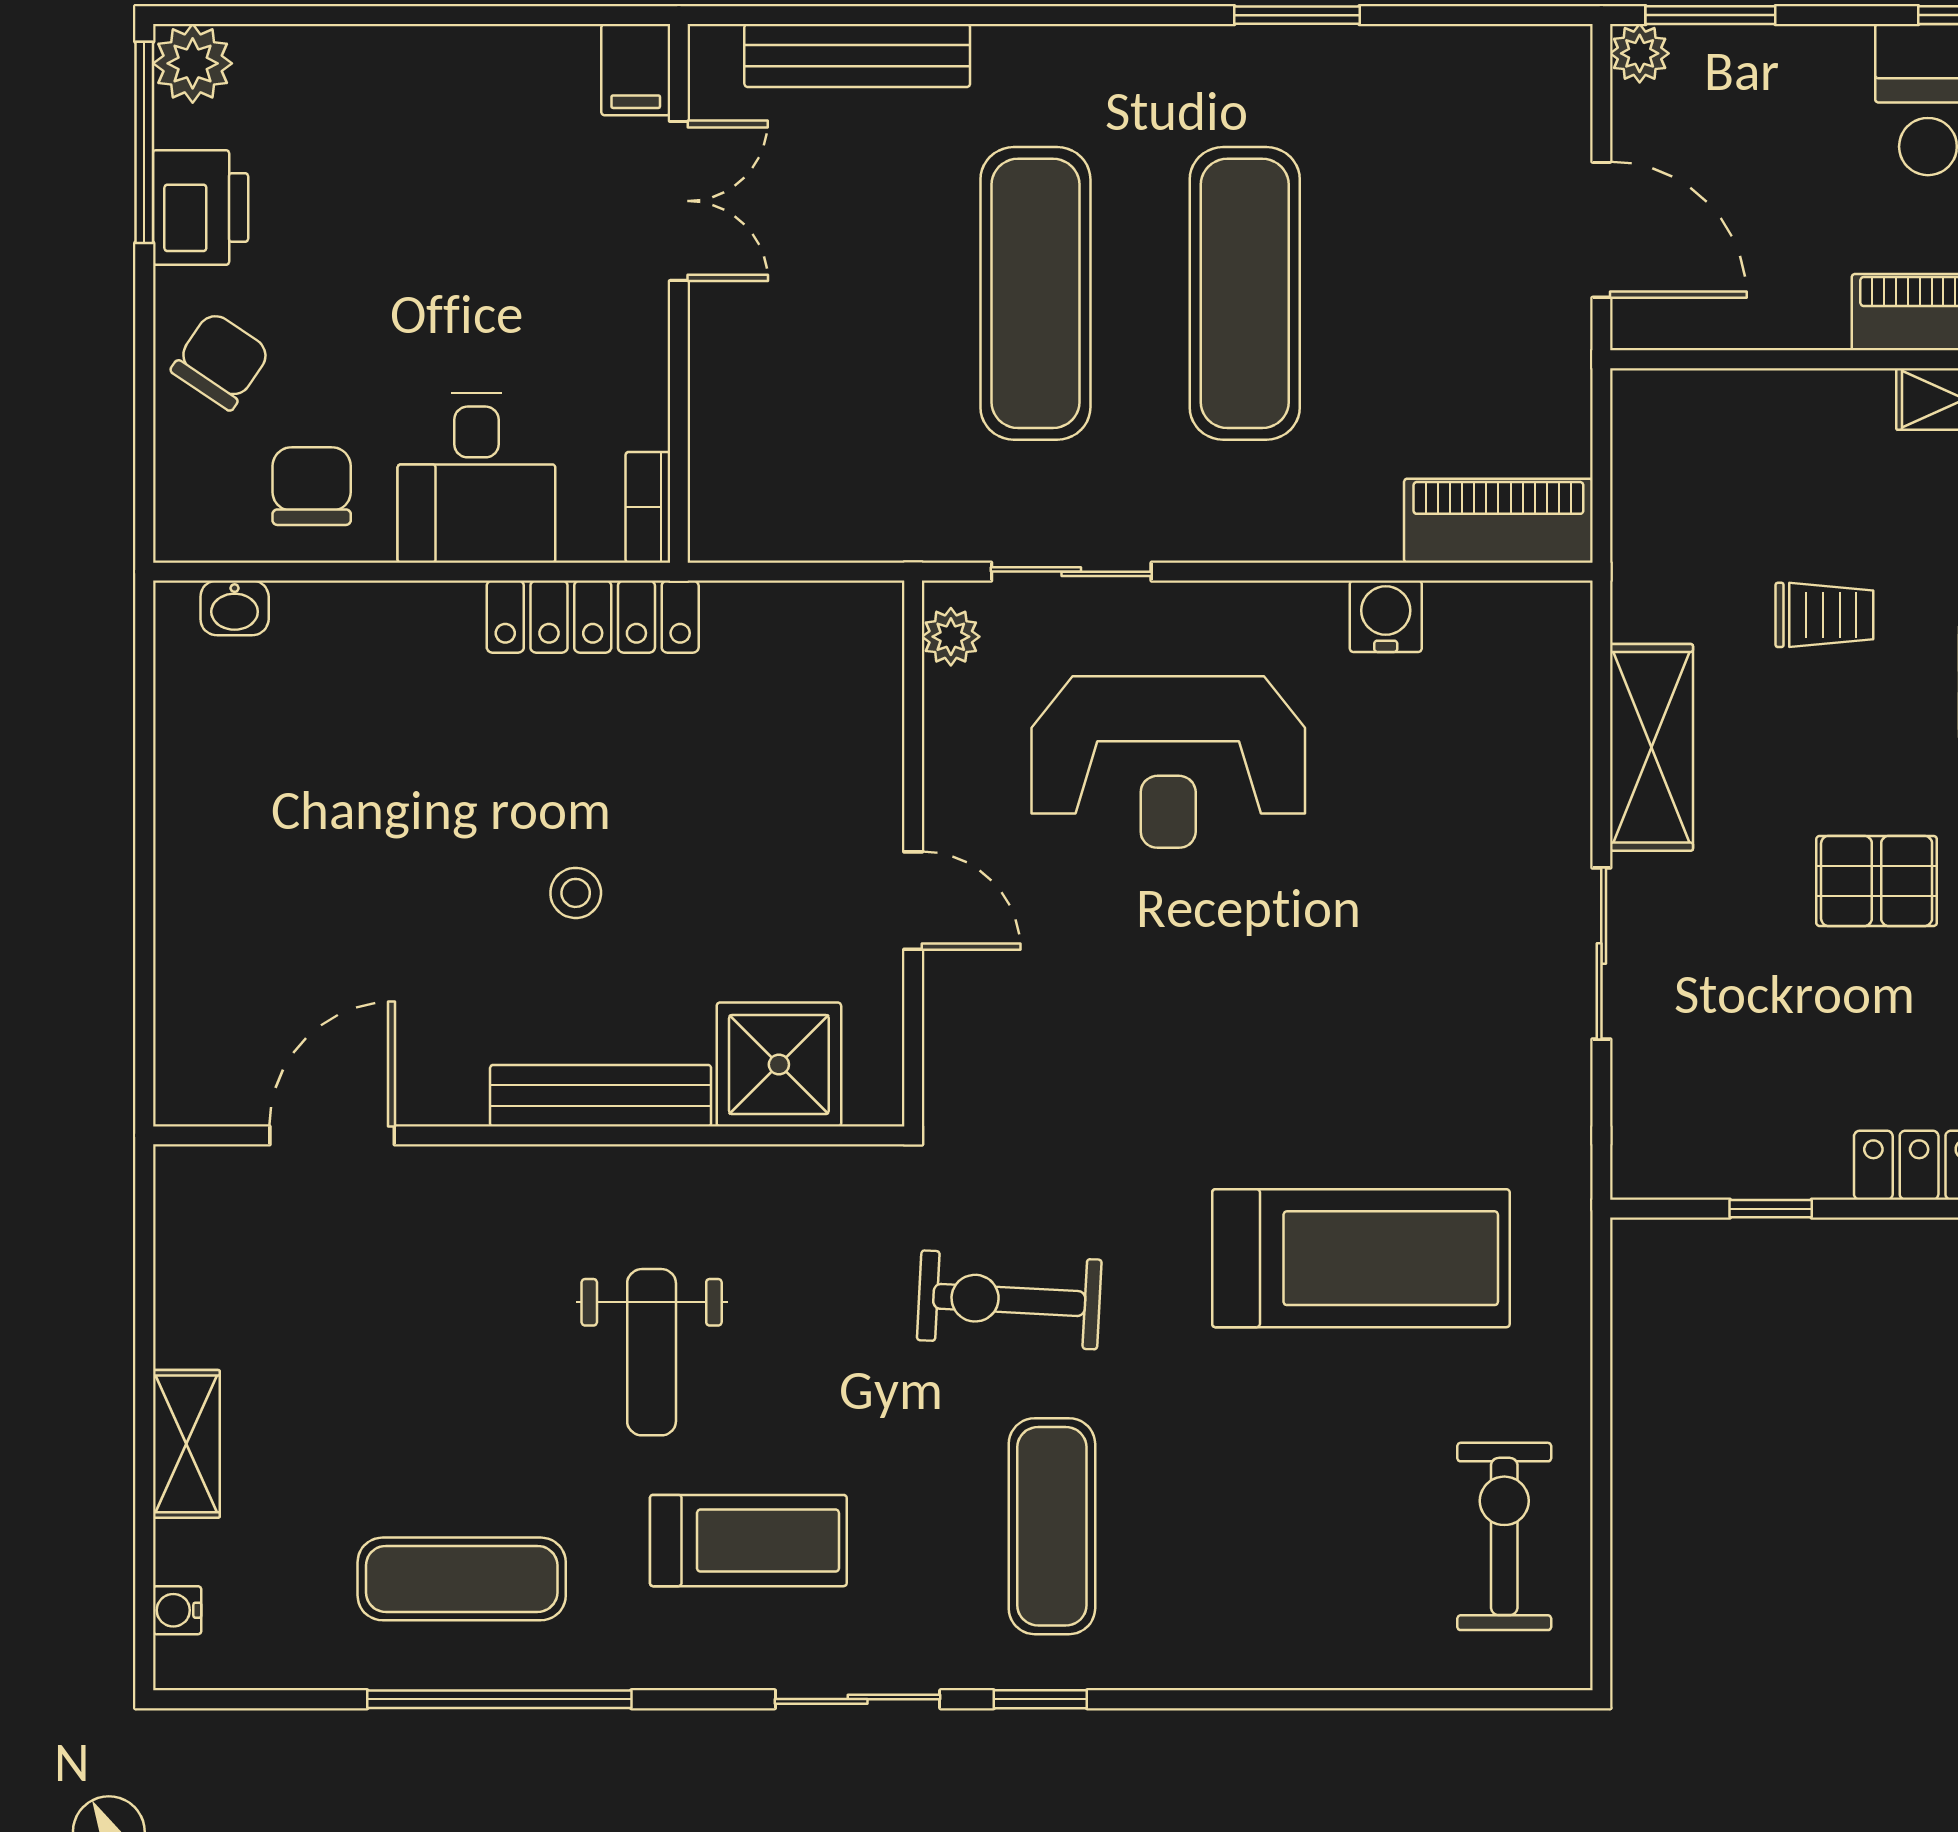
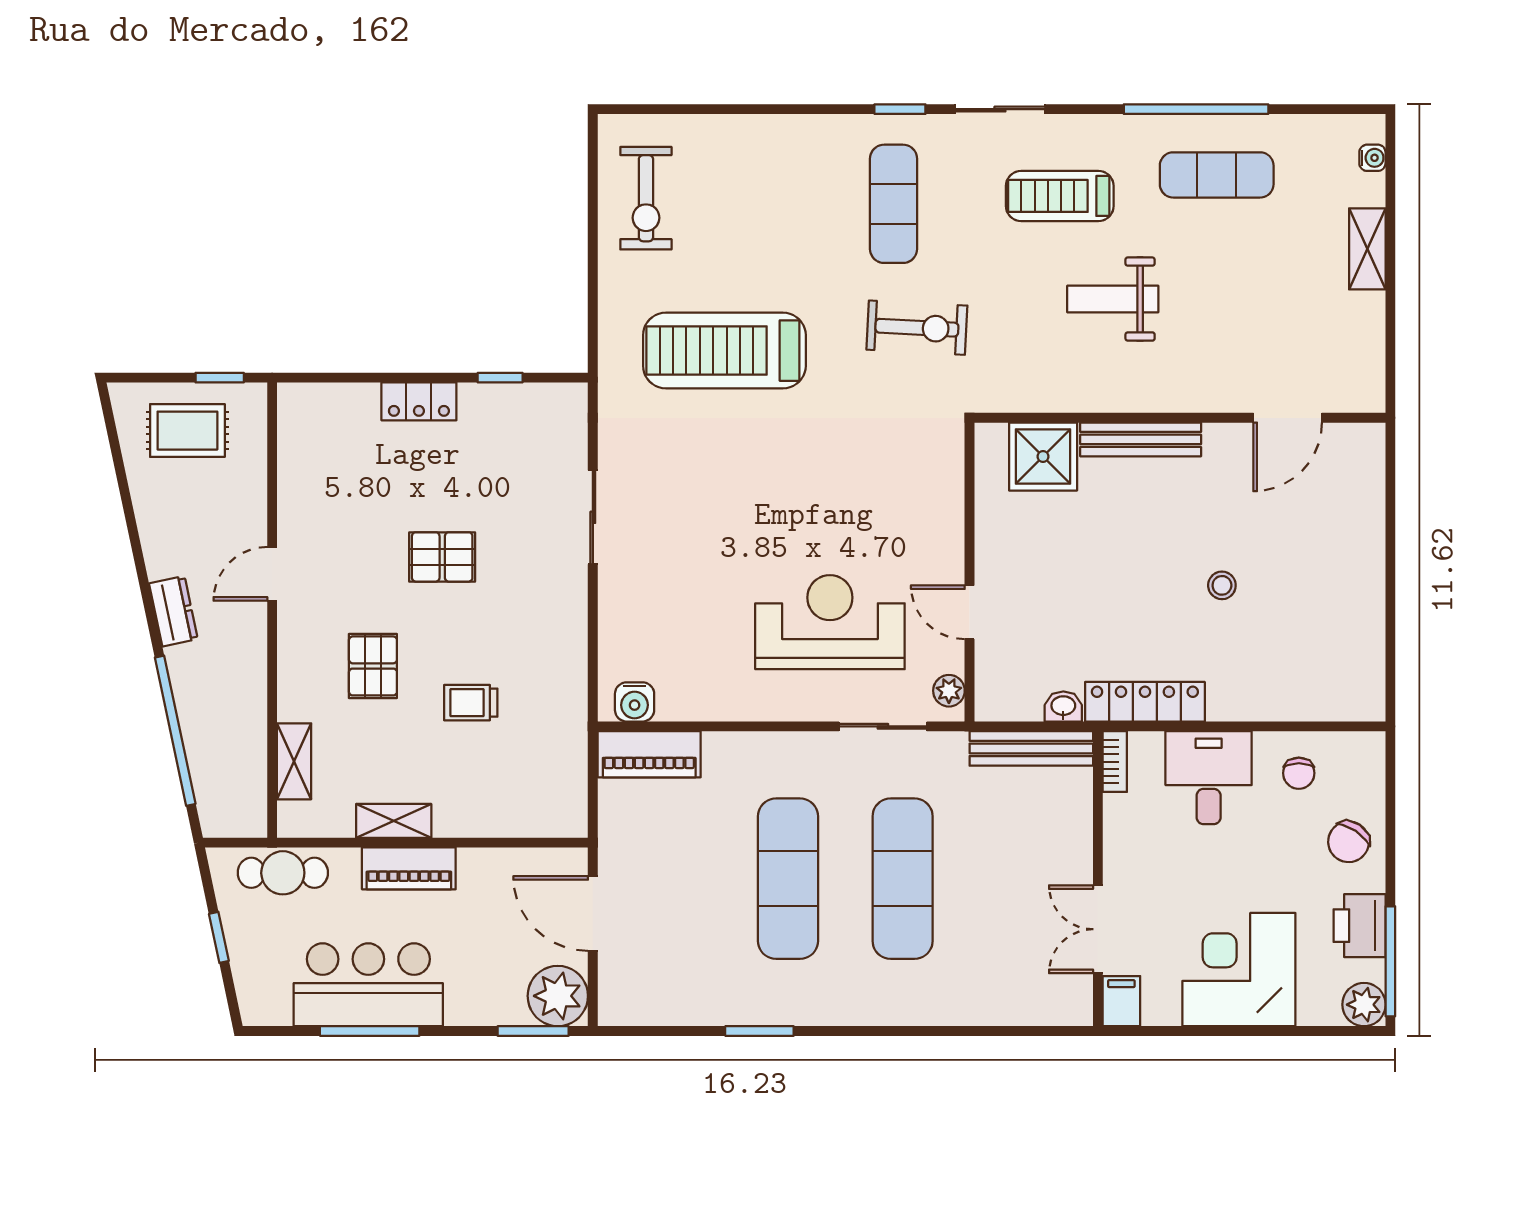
plant: (1640, 53) -> (558, 996), width x1.87, depth x1.87
bench: (857, 55) -> (1031, 748), moved
corner desk: (421, 127) -> (1239, 970), added
chair: (312, 486) -> (1299, 773), width x0.73, depth x0.73
washbasin: (235, 608) -> (1063, 706), moved
water cooler: (1386, 616) -> (635, 702), moved
shelving: (1652, 747) -> (565, 630), removed
stool: (576, 893) -> (1222, 585), moved
door: (913, 901) -> (970, 612), moved
weight bench: (652, 1352) -> (1113, 299), turned -90

